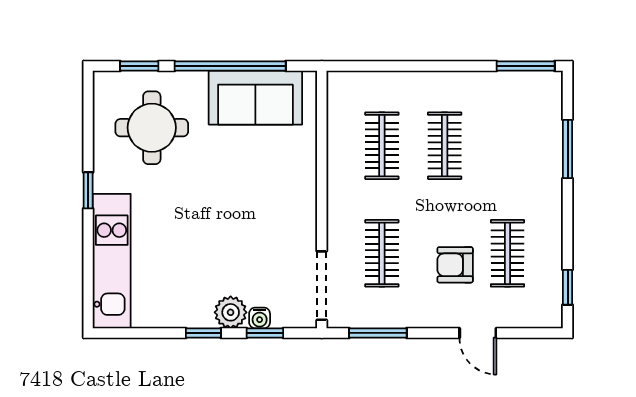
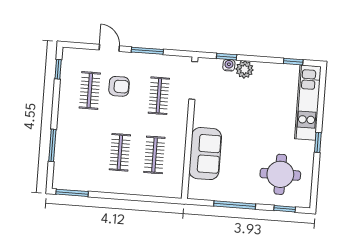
window: (230, 66) -> (235, 205), width x0.68
sofa: (255, 98) -> (205, 154), moved, turned 90
window: (203, 333) -> (293, 62), moved
window: (378, 333) -> (147, 51), moved

